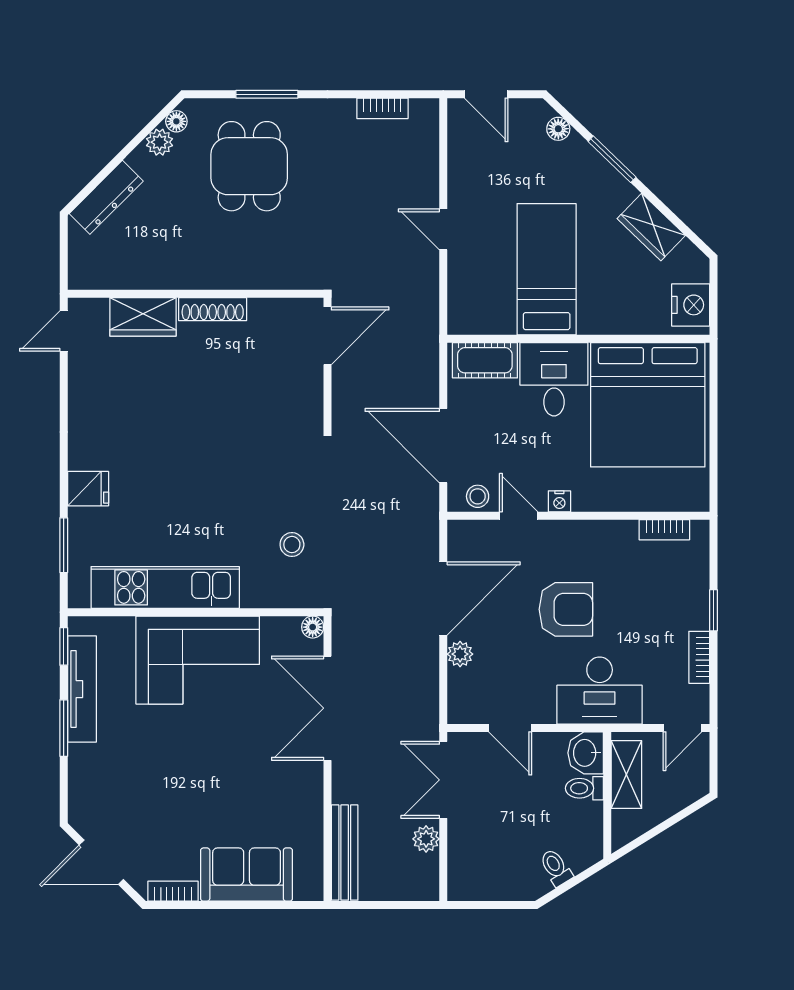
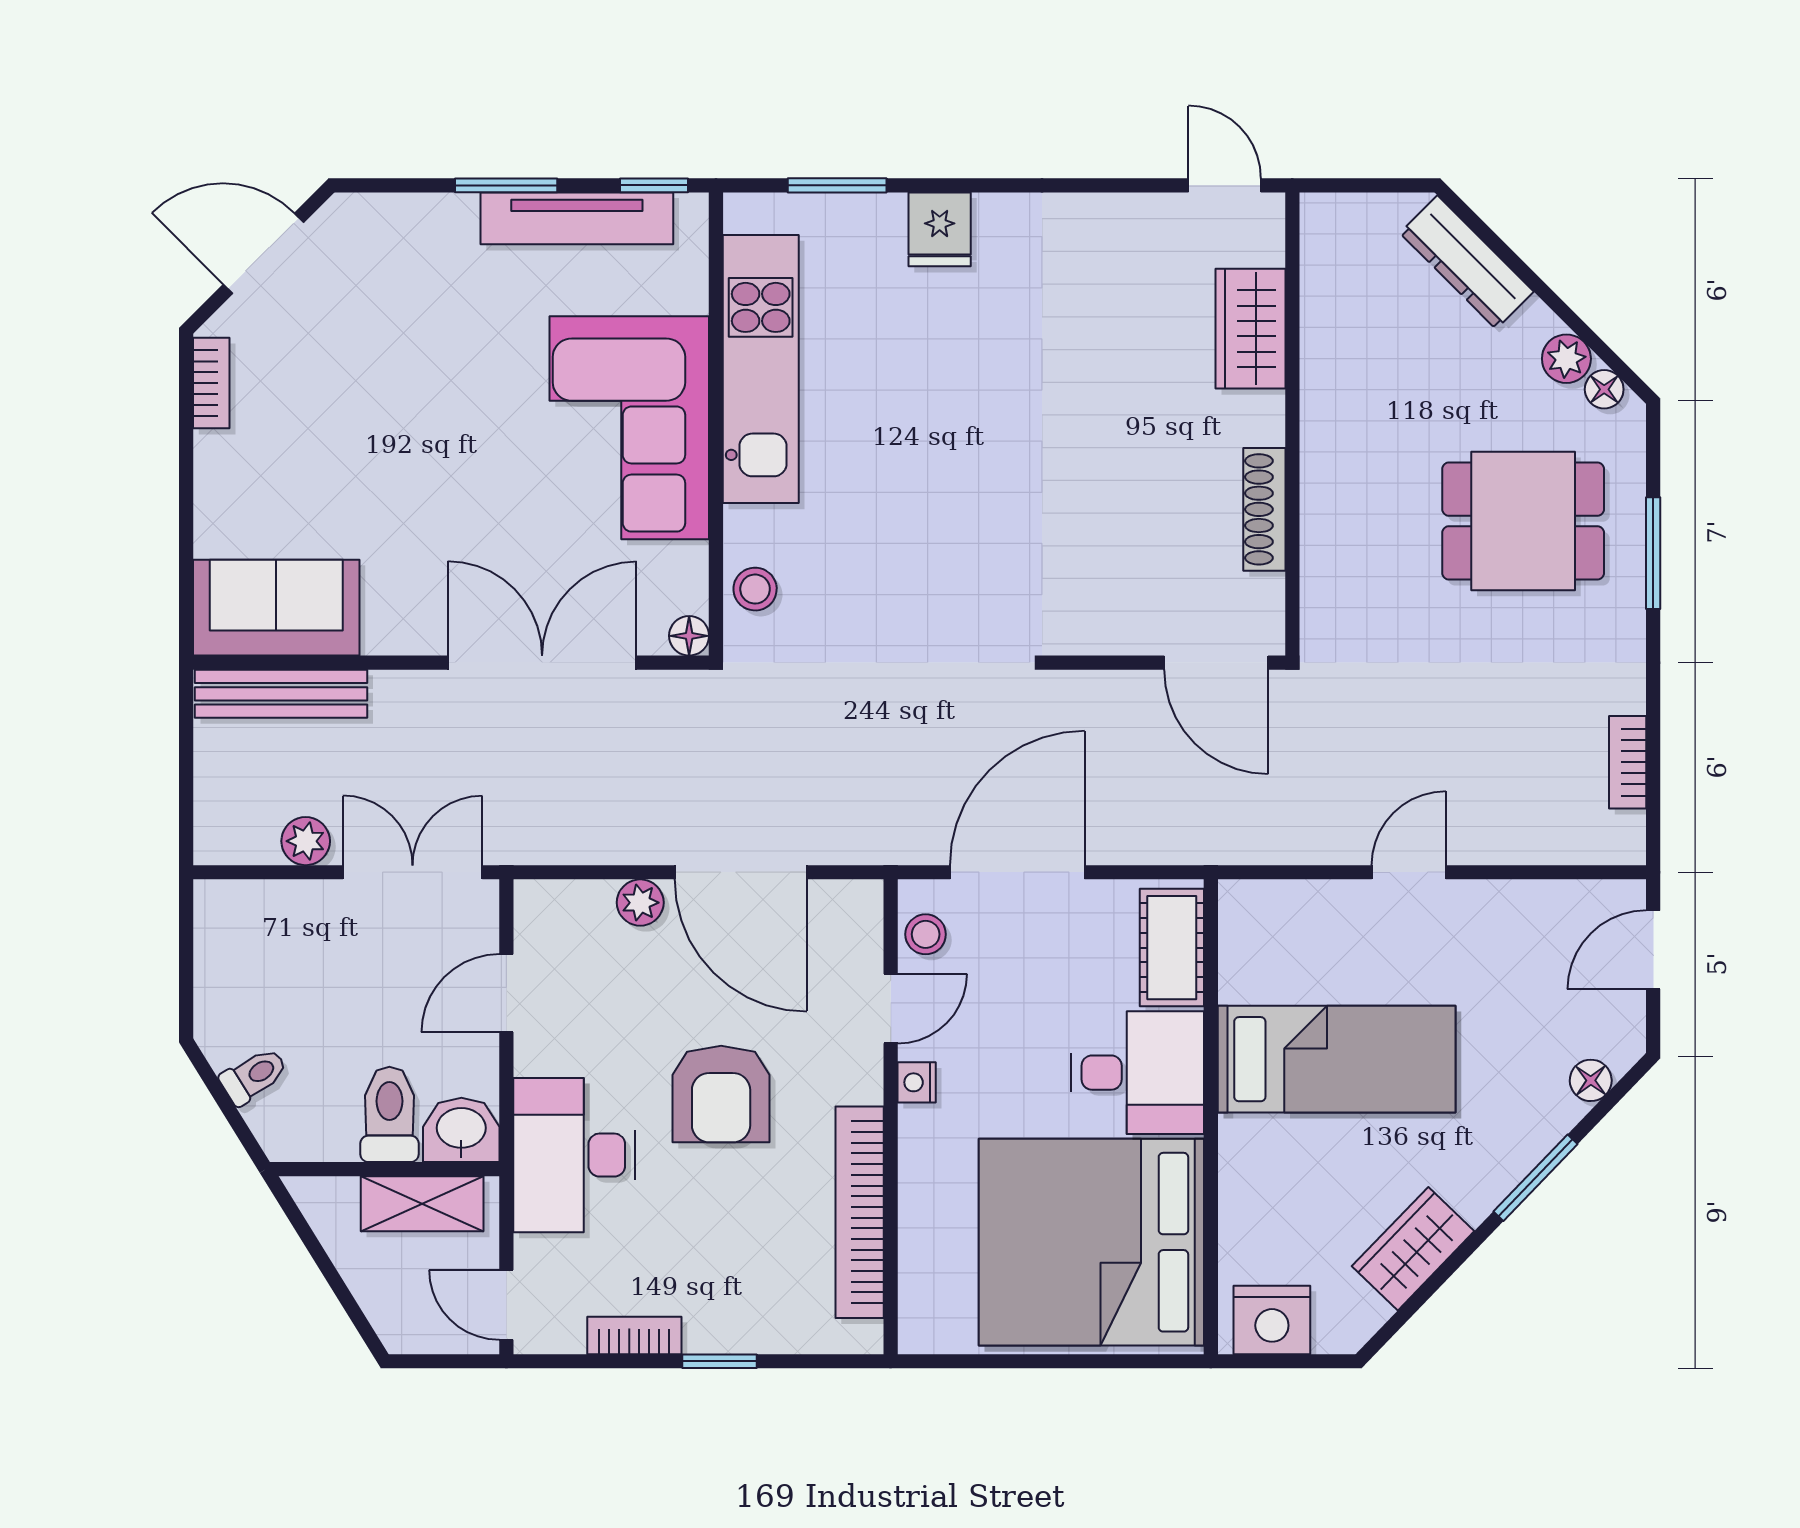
shoe rack: (213, 309) -> (1264, 509), moved
bookcase: (664, 530) -> (860, 1212), width x2.31, depth x1.31
stool: (292, 545) -> (755, 589), moved
toilet: (584, 788) -> (389, 1114), width x1.37, depth x1.39
door: (101, 862) -> (264, 253), hinge flipped
sofa: (247, 875) -> (276, 608), moved, turned -90

